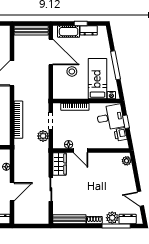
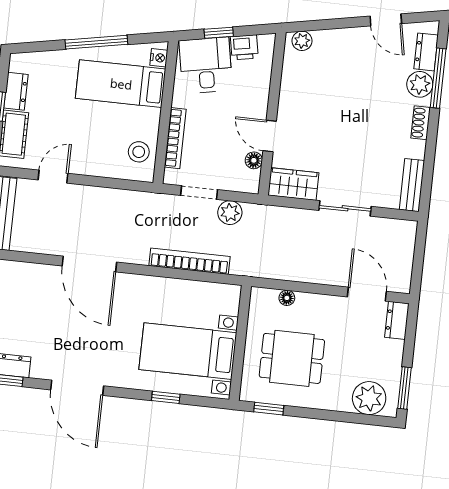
door: (51, 52) -> (53, 177), width x0.53
stool: (72, 71) -> (139, 152), moved
door: (81, 151) -> (270, 136), swing flipped
door: (12, 192) -> (367, 294), moved
door: (140, 199) -> (386, 20), hinge flipped
bench: (69, 219) -> (412, 185), width x0.73

